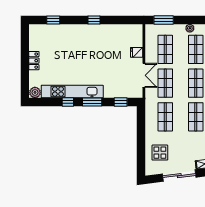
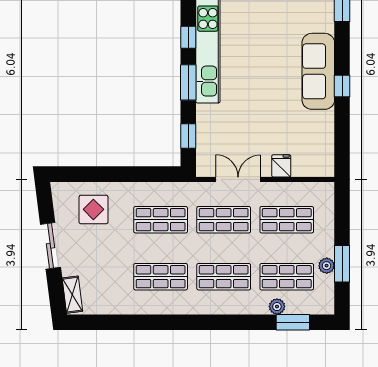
window: (164, 20) -> (342, 264), moved
sofa: (86, 33) -> (318, 71), added
double door: (144, 75) -> (238, 179), swing flipped
sliding door: (179, 176) -> (50, 246), width x0.73

